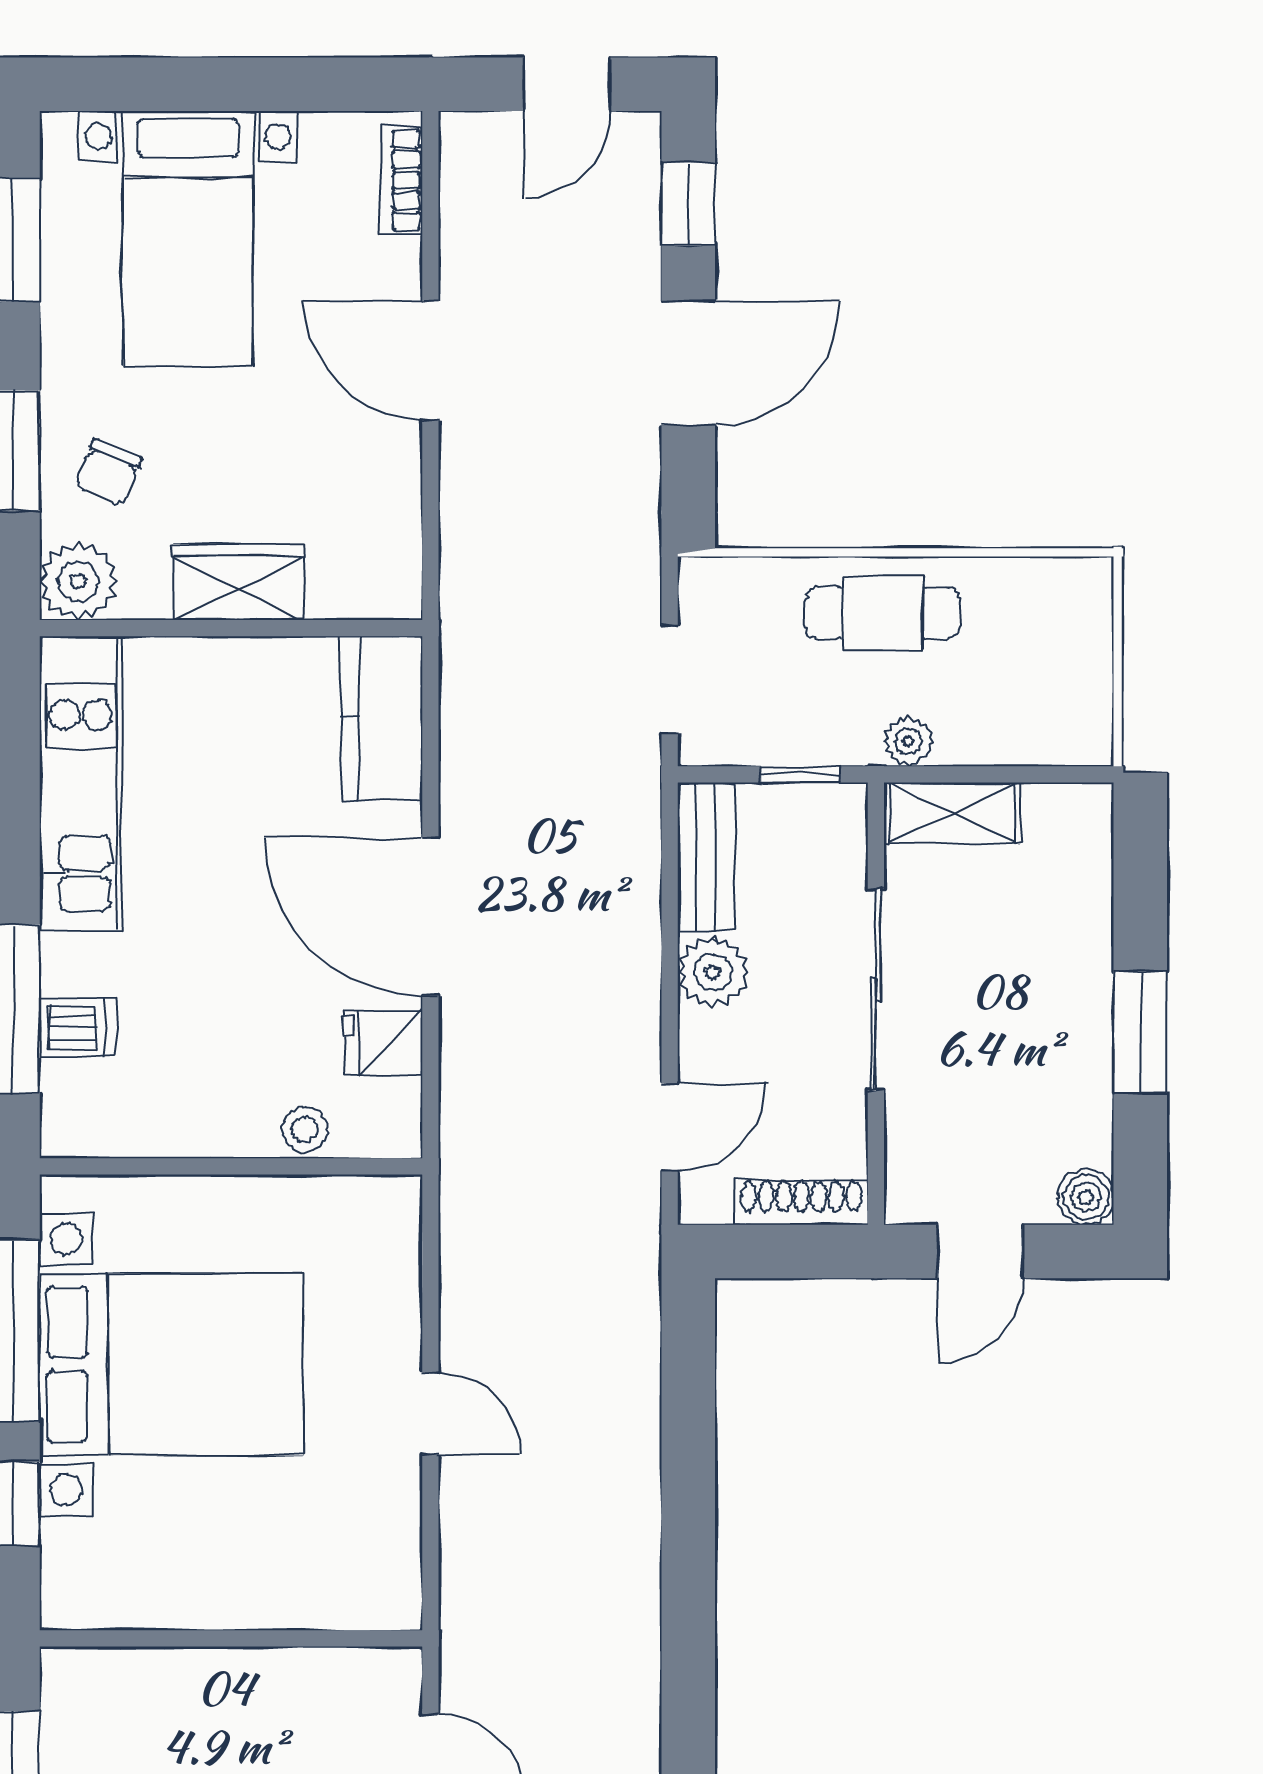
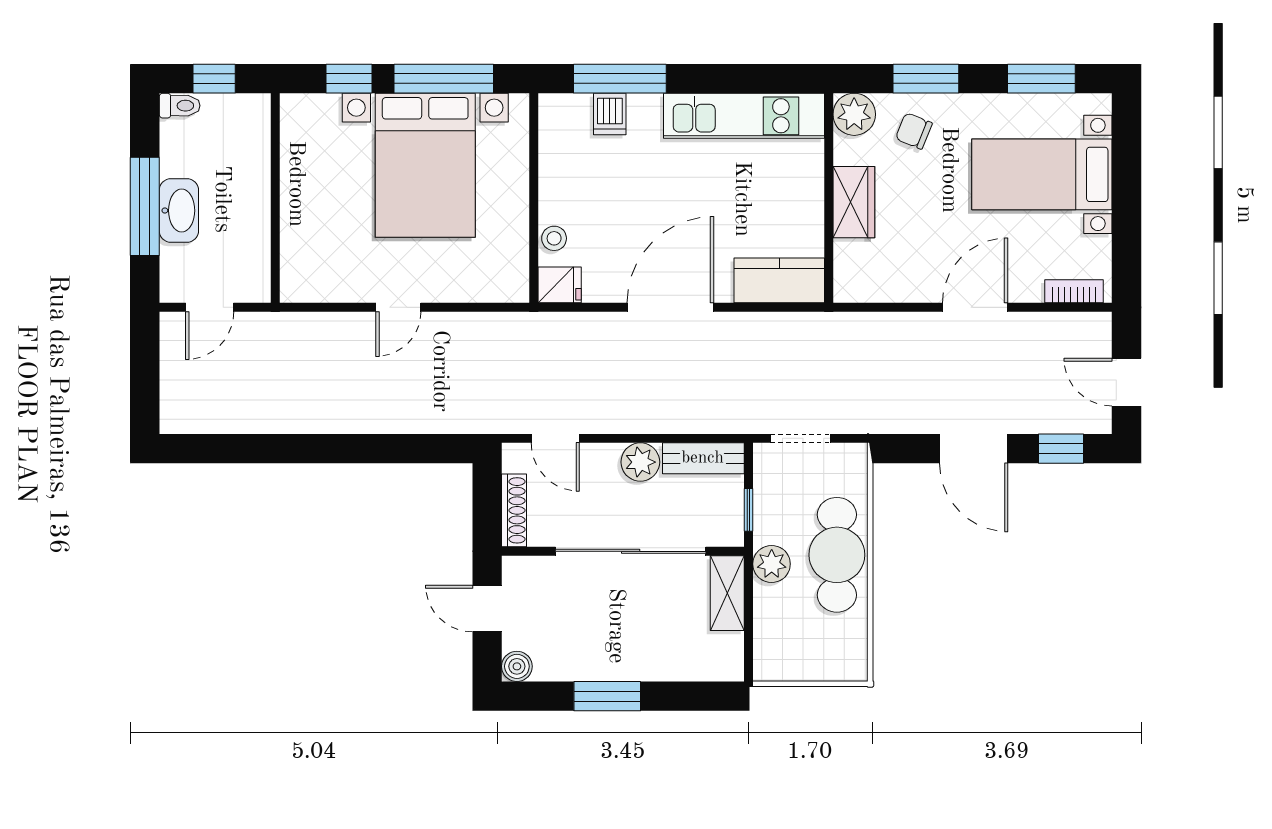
cafe table: (882, 613) -> (837, 555), width x1.37, depth x1.35
plant: (908, 742) -> (772, 564), width x1.38, depth x1.38
sliding door: (876, 990) -> (631, 551), width x1.36
fridge: (383, 1043) -> (560, 285), moved, turned 90

